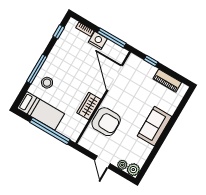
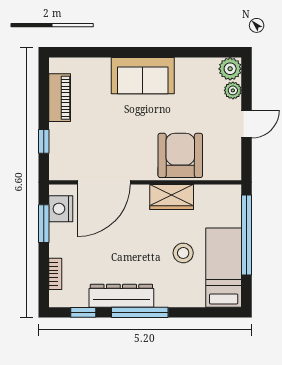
window: (112, 38) -> (44, 224), width x0.69
nightstand: (98, 40) -> (61, 209), moved
dresser: (56, 55) -> (121, 296), added
window: (37, 69) -> (140, 312), moved
stool: (47, 83) -> (183, 253), moved

